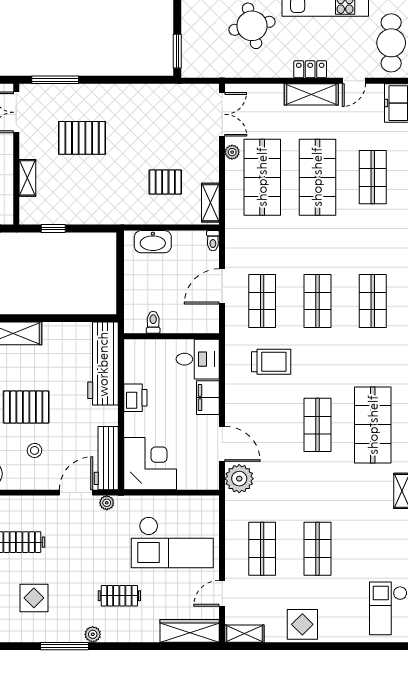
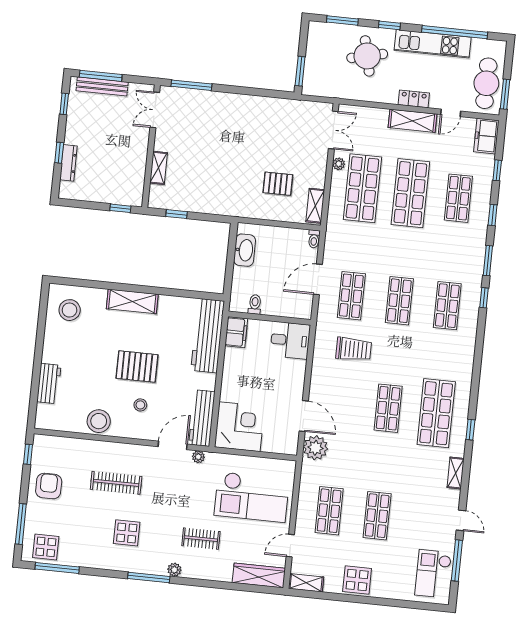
pallet: (82, 138) -> (210, 138), removed
washbasin: (153, 242) -> (245, 250), moved, turned -90
printer: (135, 398) -> (233, 368), removed
filing cabinet: (208, 398) -> (236, 332), moved, turned 180

